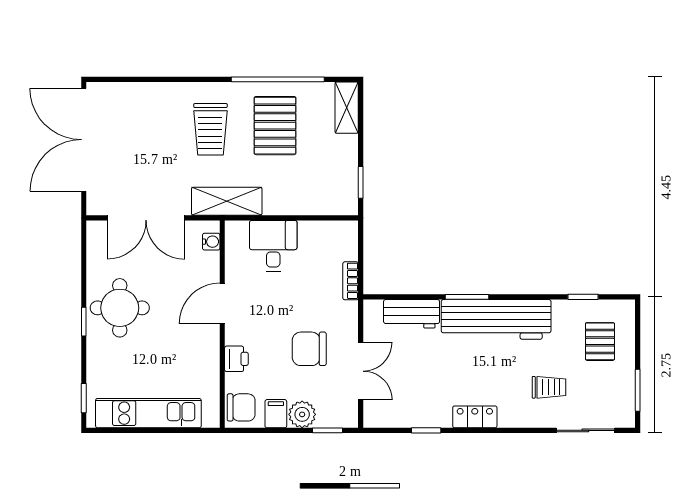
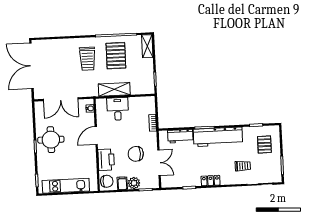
shelving: (227, 201) -> (114, 89), moved
printer: (236, 359) -> (106, 160), width x1.87, depth x1.48

